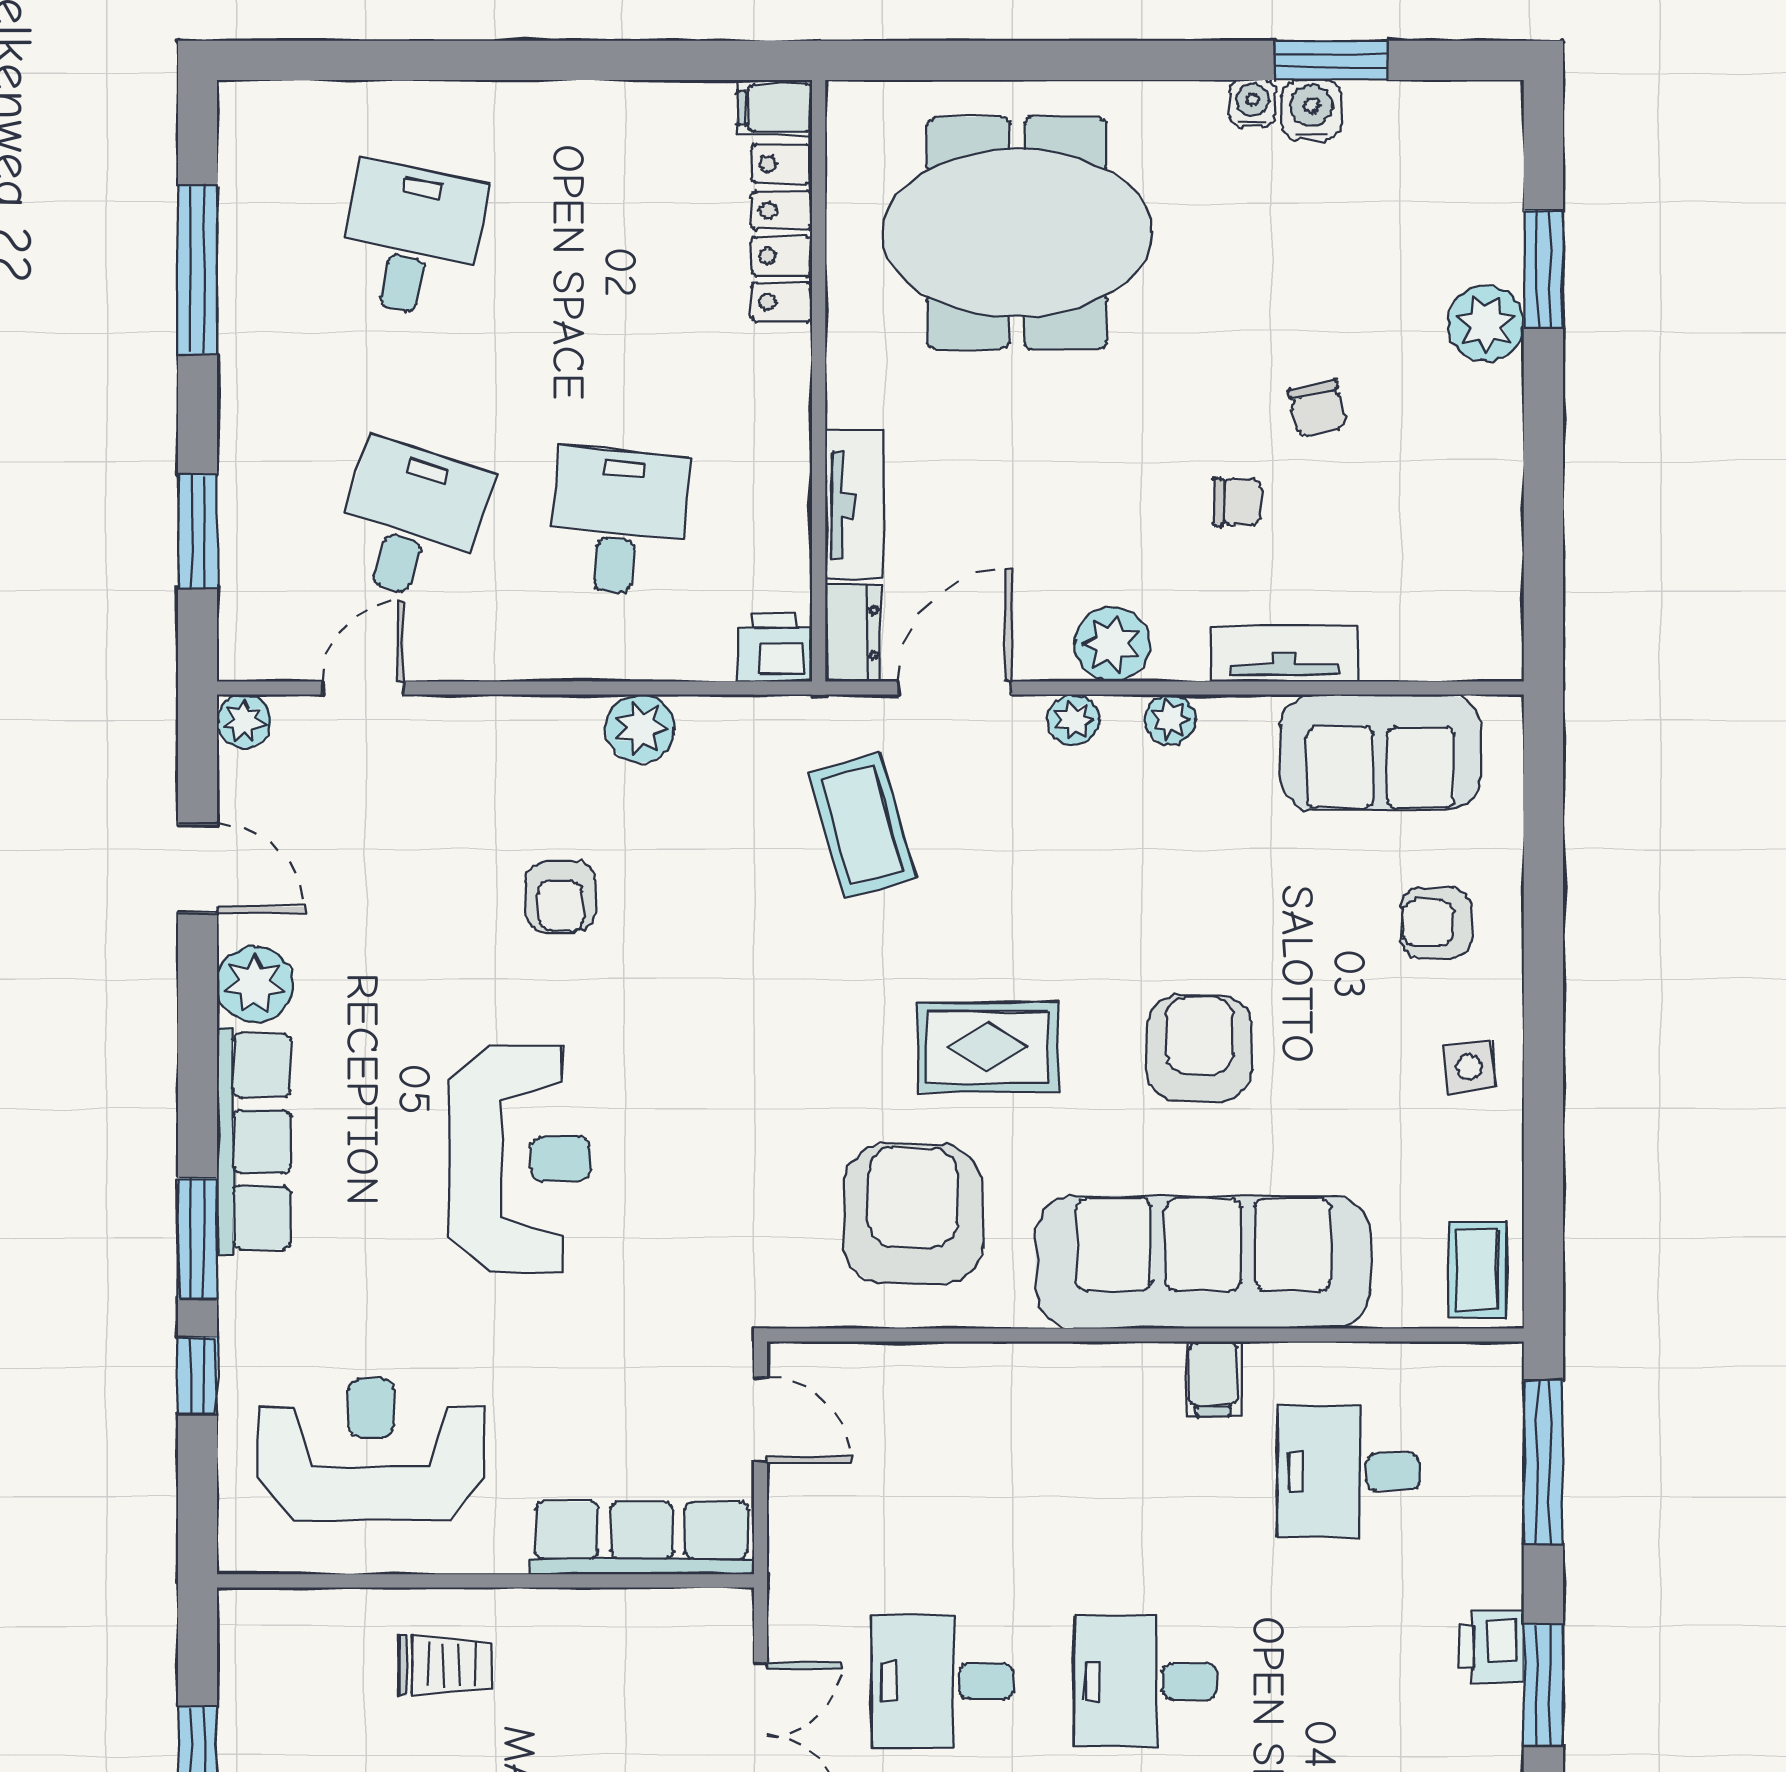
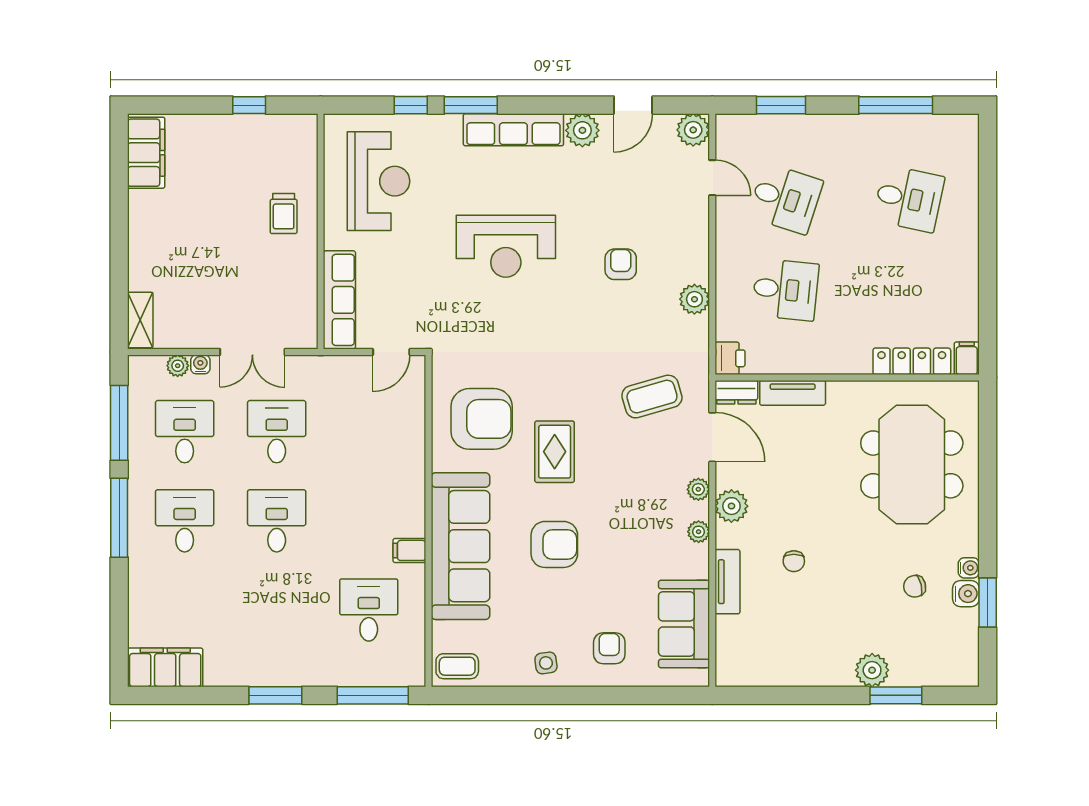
chair: (1318, 408) -> (915, 586), moved
plant: (244, 721) -> (693, 130), width x1.38, depth x1.38
armchair: (560, 897) -> (621, 264), turned 91
printer: (1492, 1646) -> (292, 673), removed

